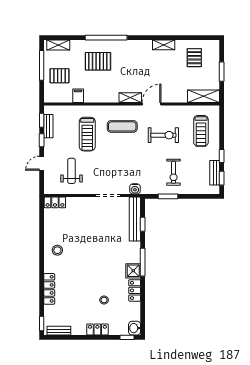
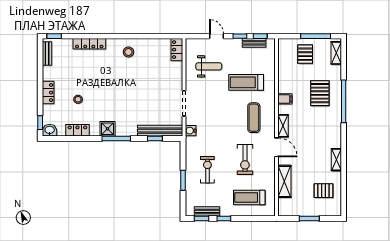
filing cabinet: (78, 96) -> (285, 99), moved
shelving: (203, 96) -> (284, 181), moved
exercise bike: (174, 172) -> (207, 170), turned 90
window: (168, 196) -> (183, 180), moved
locker: (135, 290) -> (77, 130), moved

